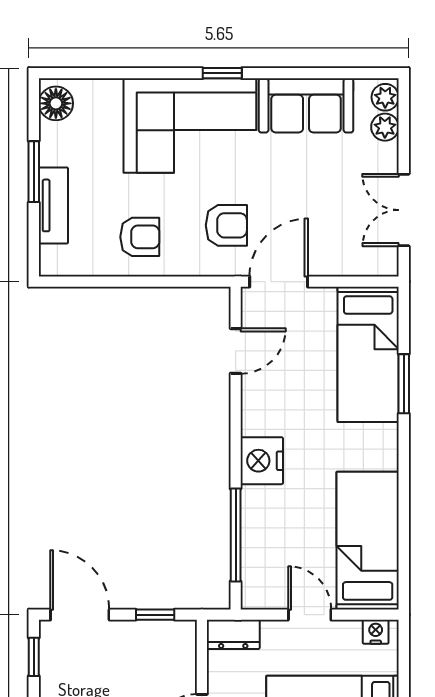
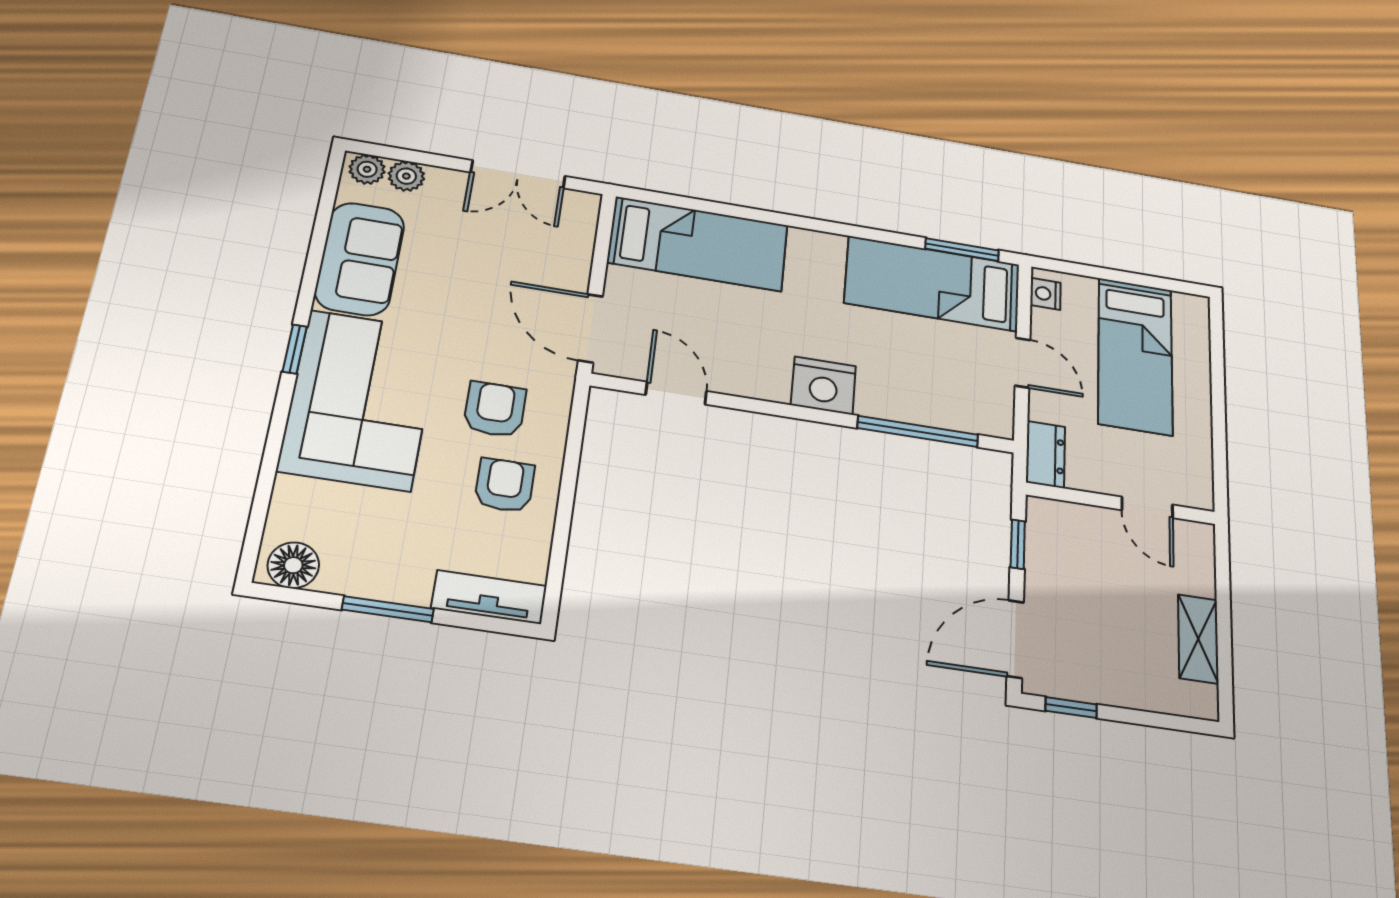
tv unit: (53, 205) -> (489, 597), moved
armchair: (226, 225) -> (495, 409), moved
window: (404, 384) -> (962, 250), moved
door: (310, 615) -> (1023, 363), swing flipped

